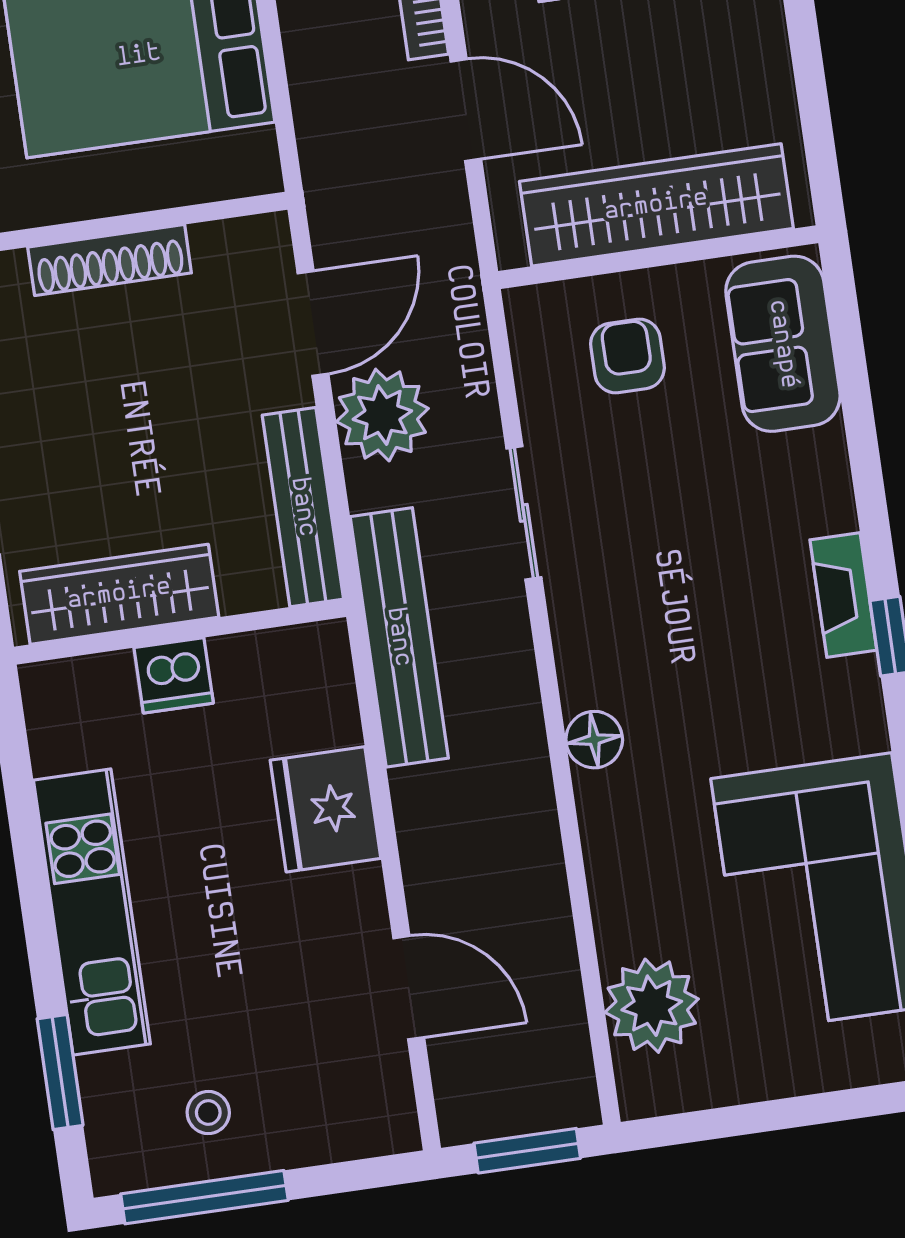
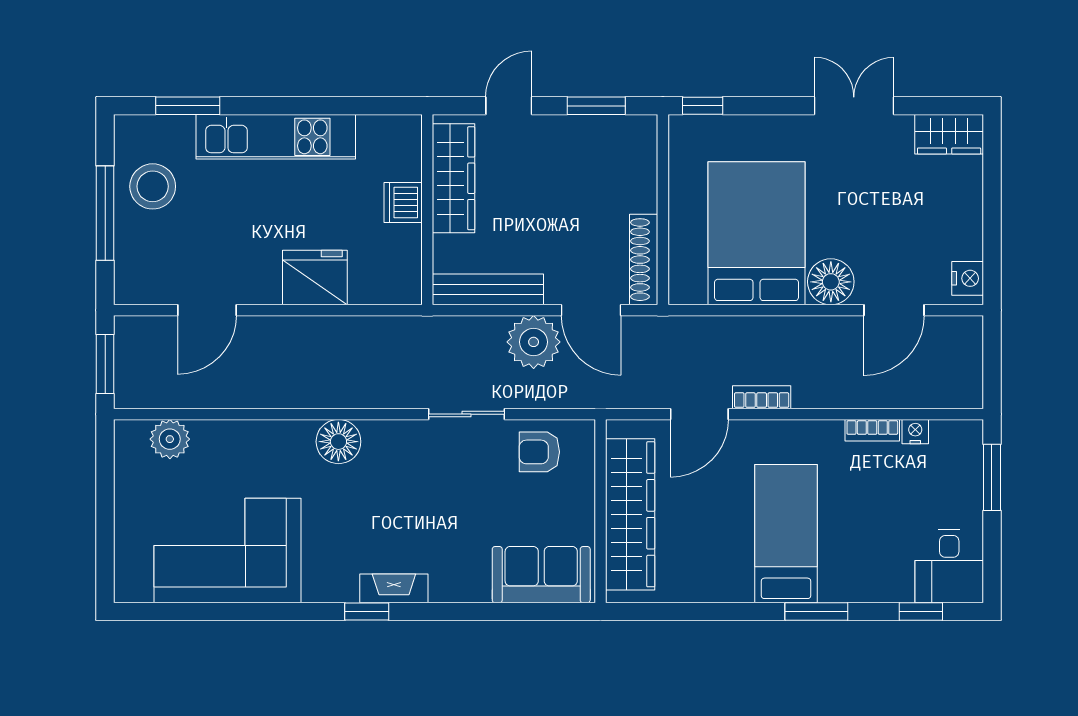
shoe rack: (110, 260) -> (644, 260), moved
armchair: (627, 356) -> (539, 452), moved, turned 180
bench: (399, 637) -> (406, 333), removed
floor lamp: (594, 740) -> (338, 442), width x1.38, depth x1.38
plant: (652, 1006) -> (170, 439), width x0.73, depth x0.73
stool: (208, 1113) -> (153, 186), width x1.89, depth x1.89
window: (204, 1197) -> (105, 213), moved

